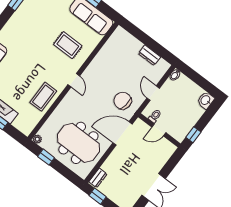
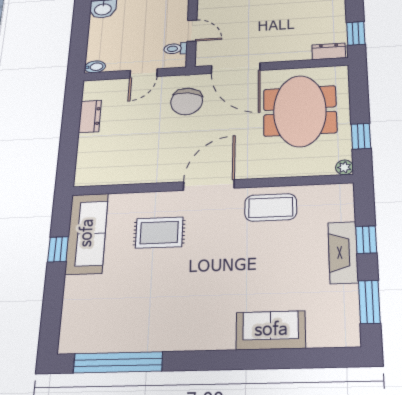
rug: (68, 45) -> (159, 233), turned 90
door: (74, 80) -> (209, 185), width x1.88

